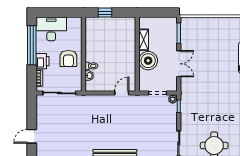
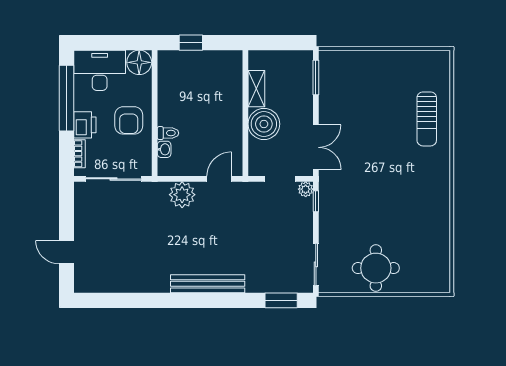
floor lamp: (75, 24) -> (139, 62), added
double door: (179, 64) -> (316, 147), moved
plant: (100, 102) -> (182, 195), added
door: (32, 136) -> (66, 252), hinge flipped

